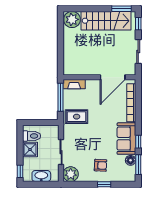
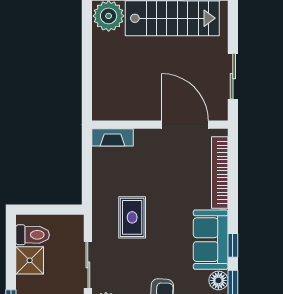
window: (138, 24) -> (233, 24), removed
door: (113, 77) -> (185, 125), swing flipped
window: (60, 97) -> (87, 162), removed
rug: (77, 117) -> (132, 217), moved, turned 90

